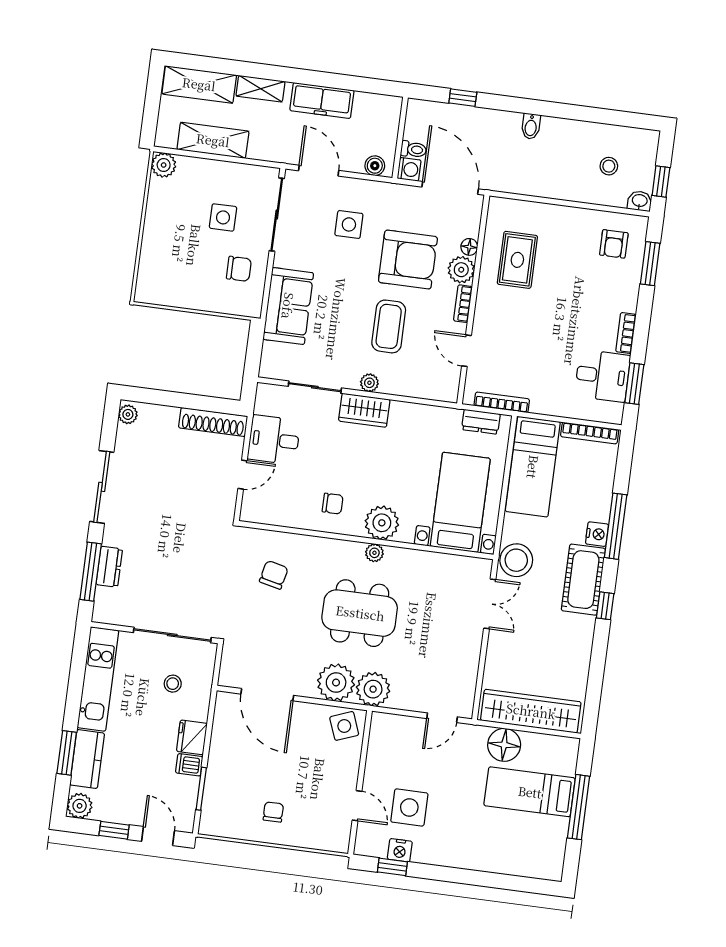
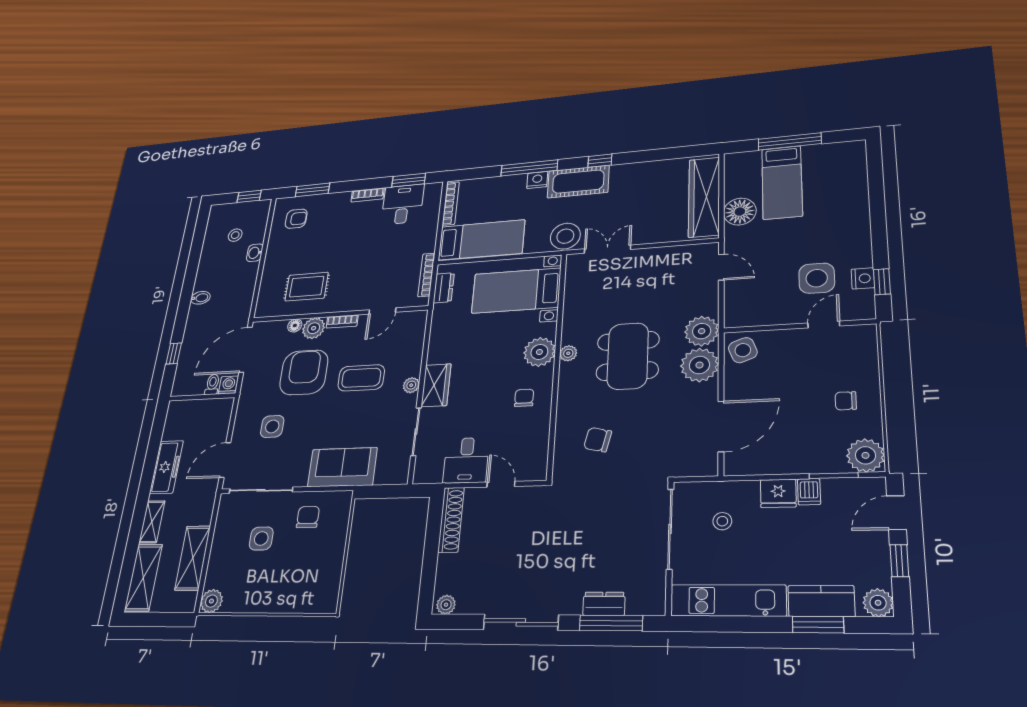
boiler: (375, 166) -> (224, 414), removed
washbasin: (640, 201) -> (255, 253), moved
plant: (216, 820) -> (865, 455), added

